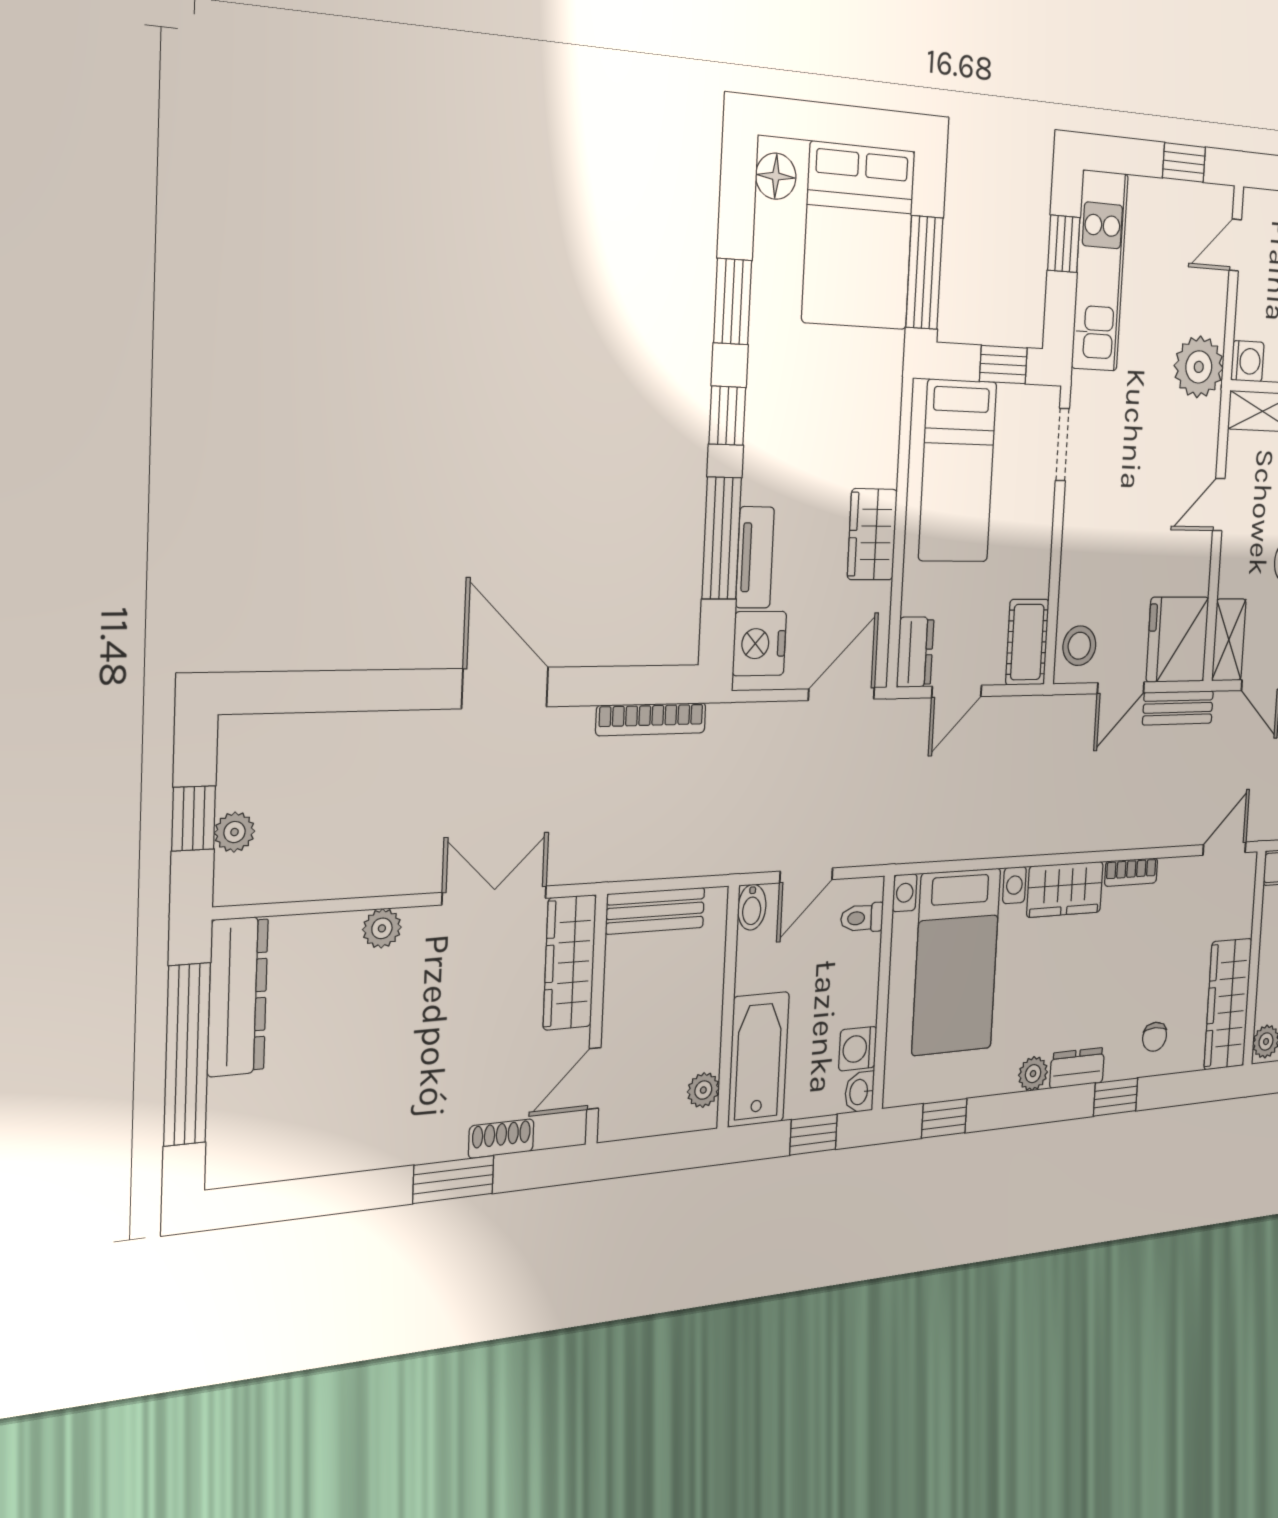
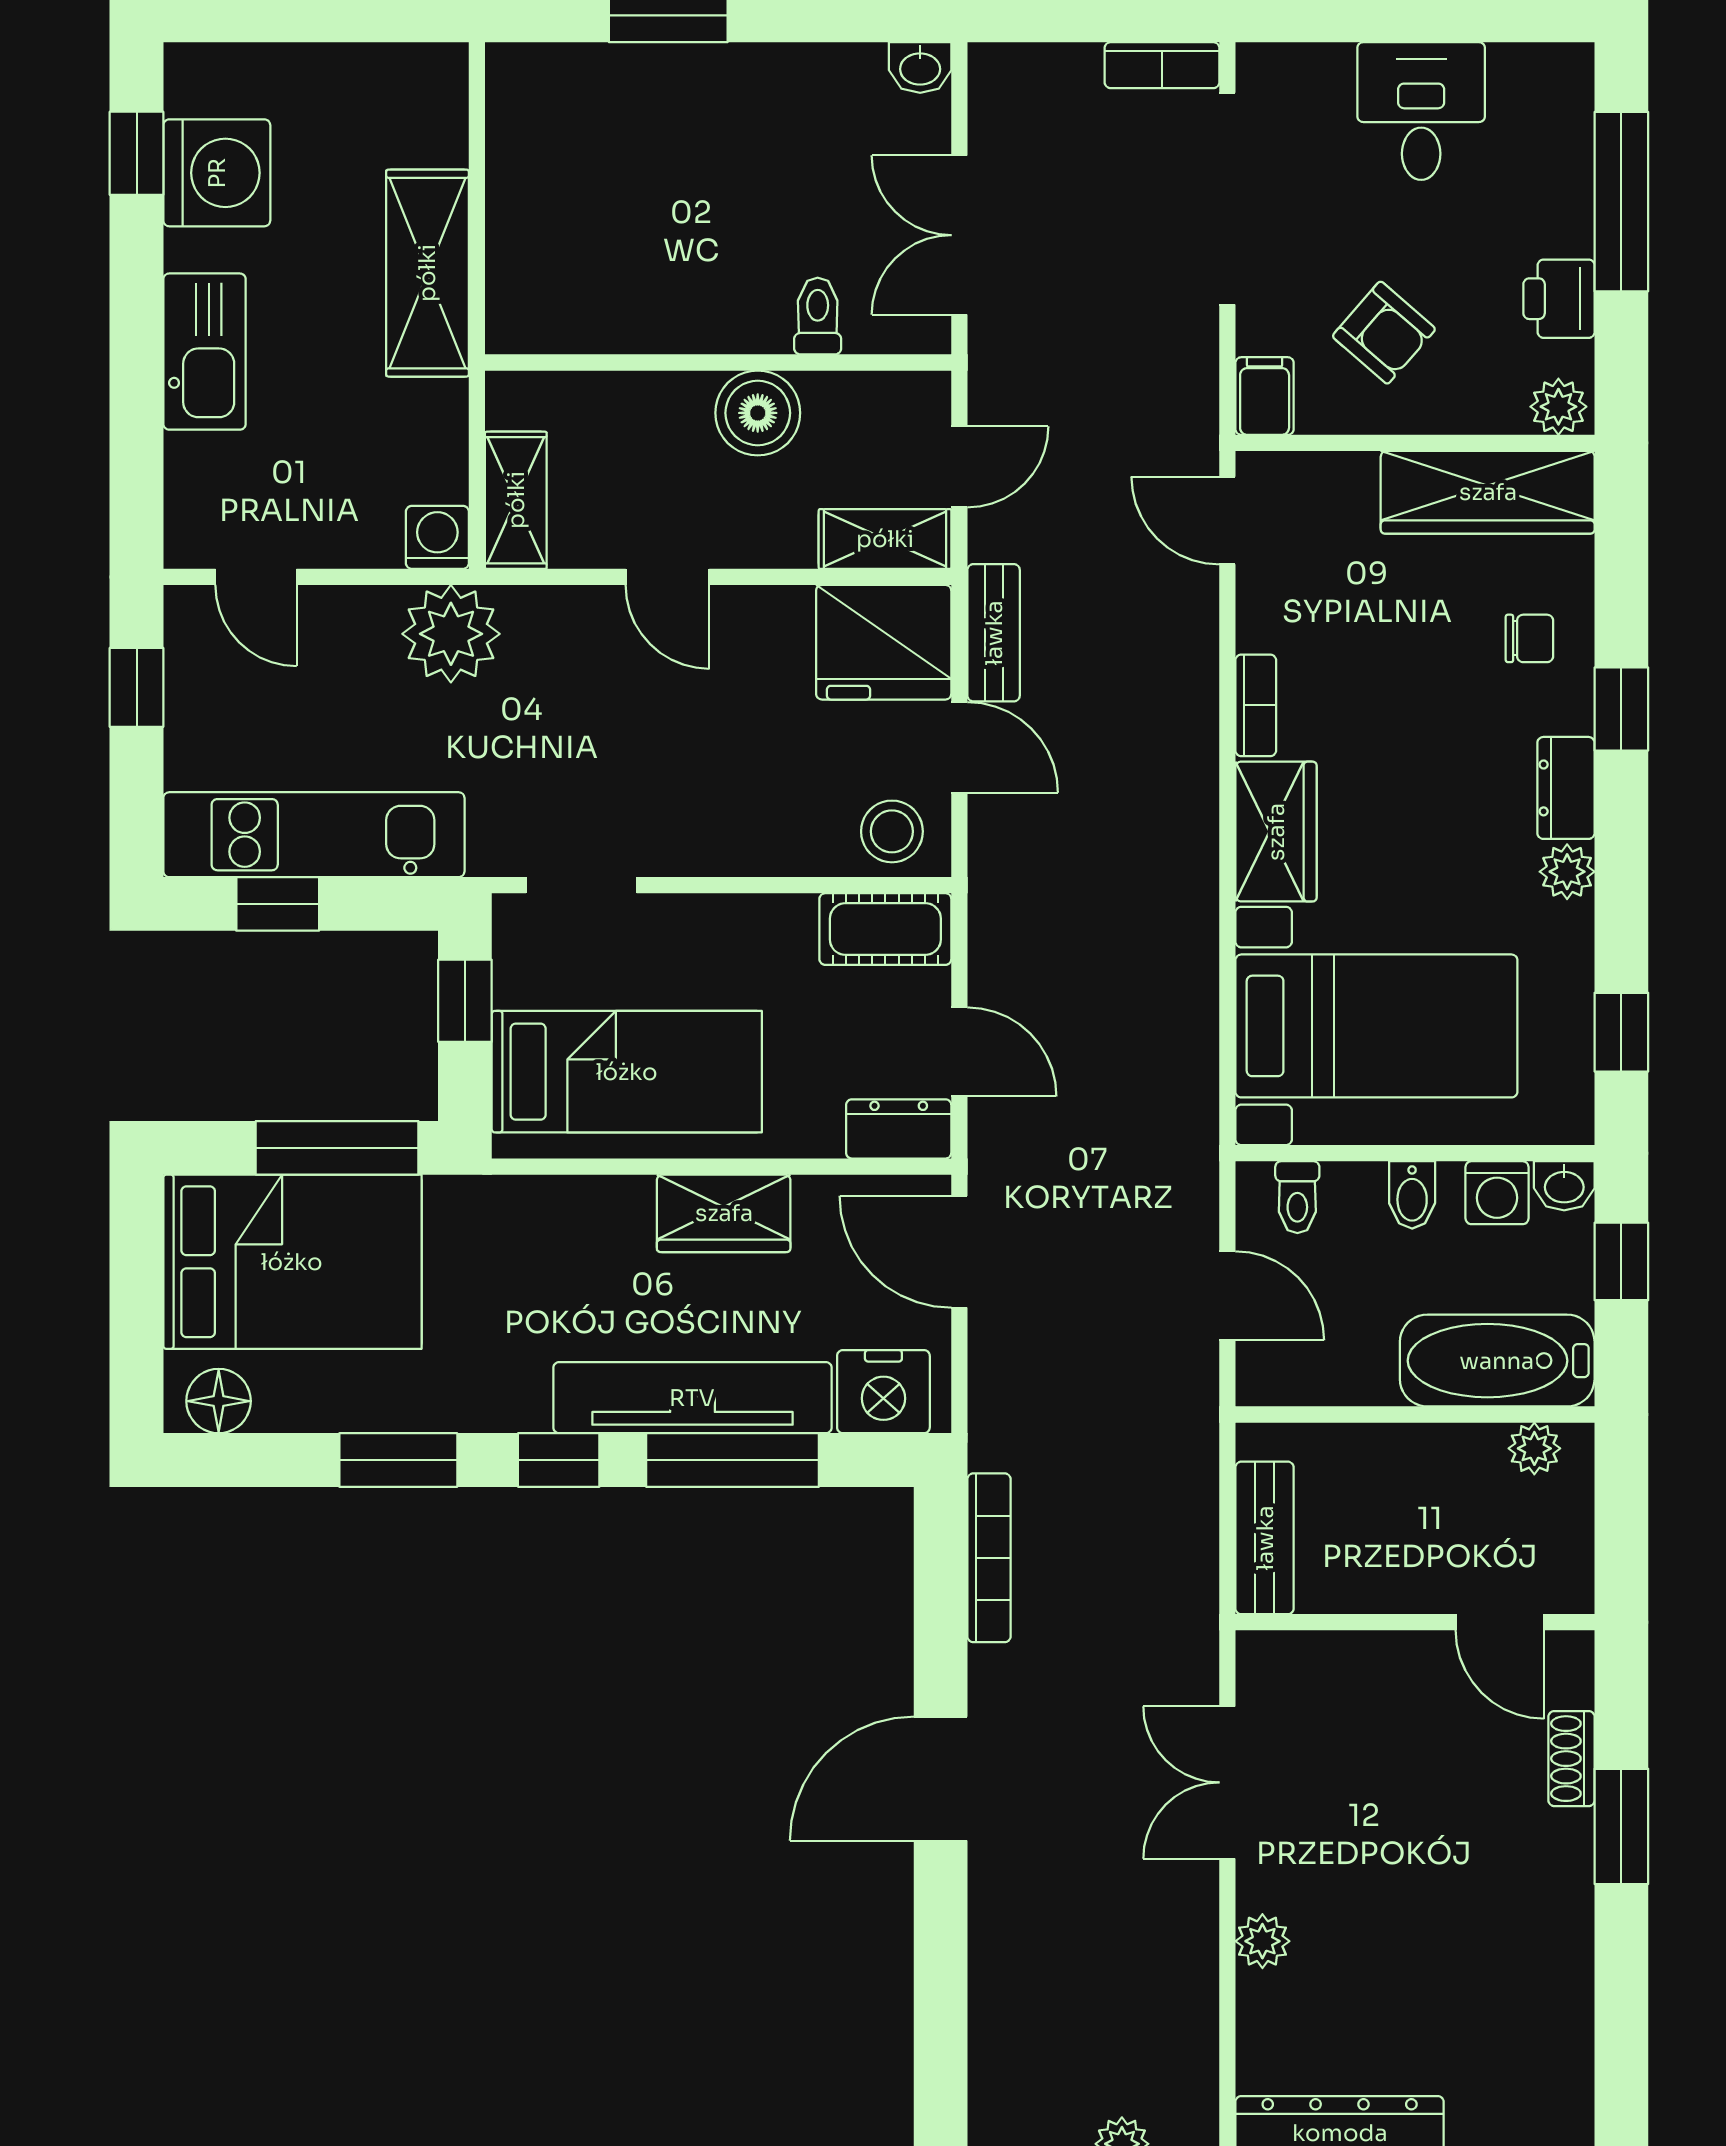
tv unit: (755, 557) -> (692, 1398), width x1.92, depth x1.29
bidet: (752, 907) -> (1412, 1195), moved, turned 90
wardrobe: (570, 962) -> (1329, 1667), removed

